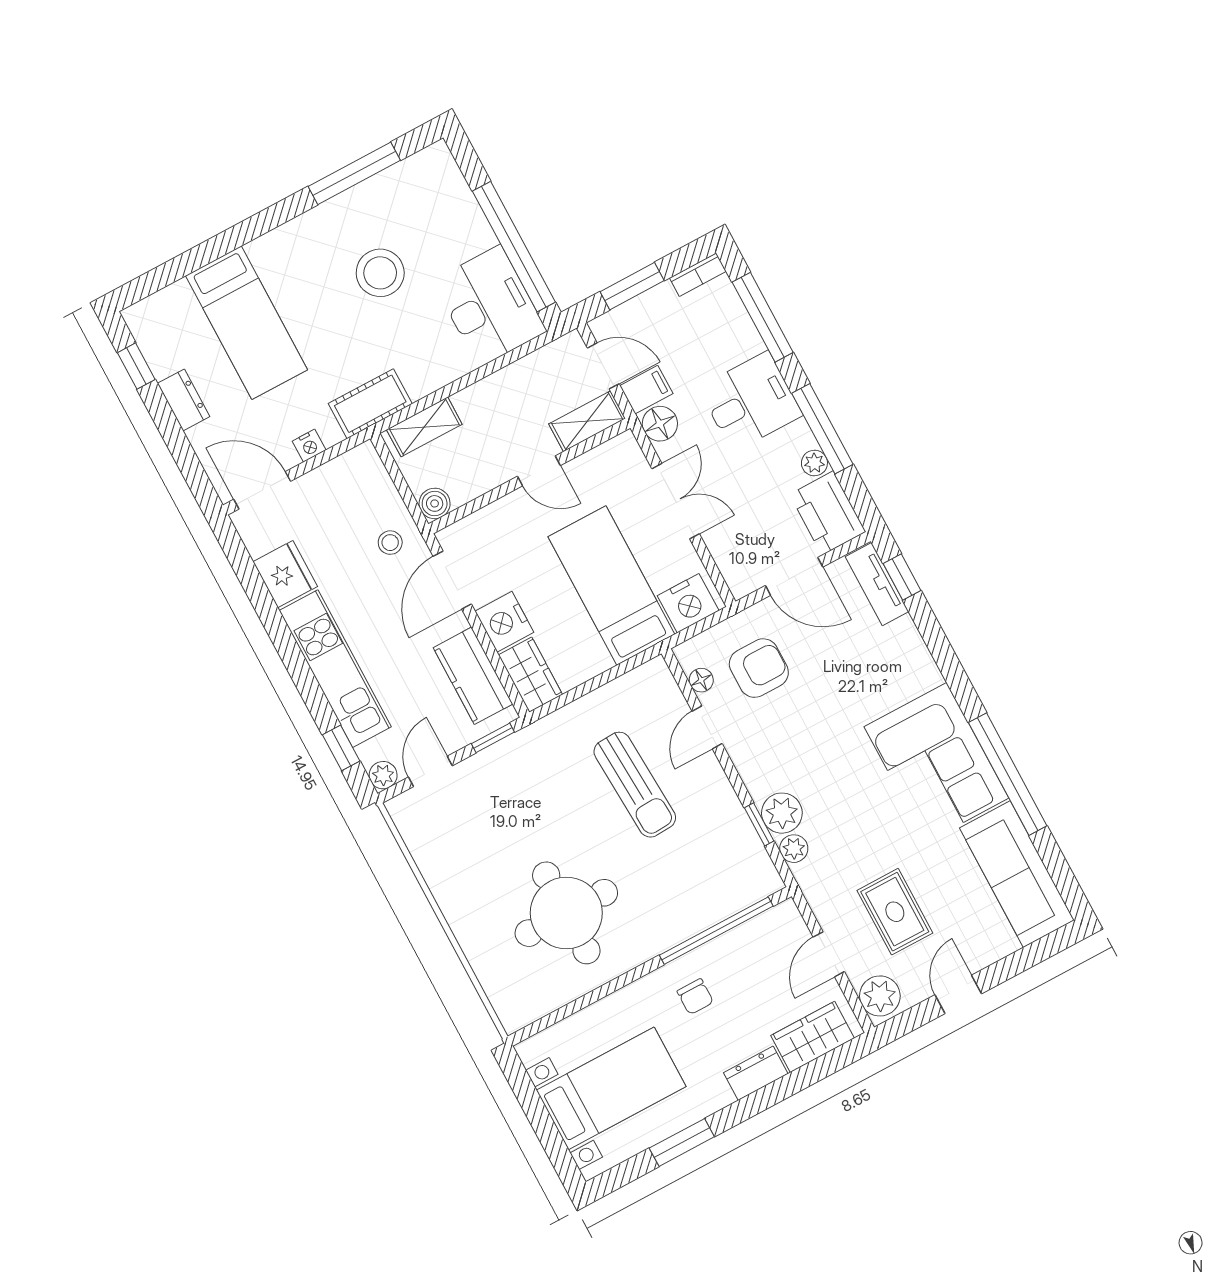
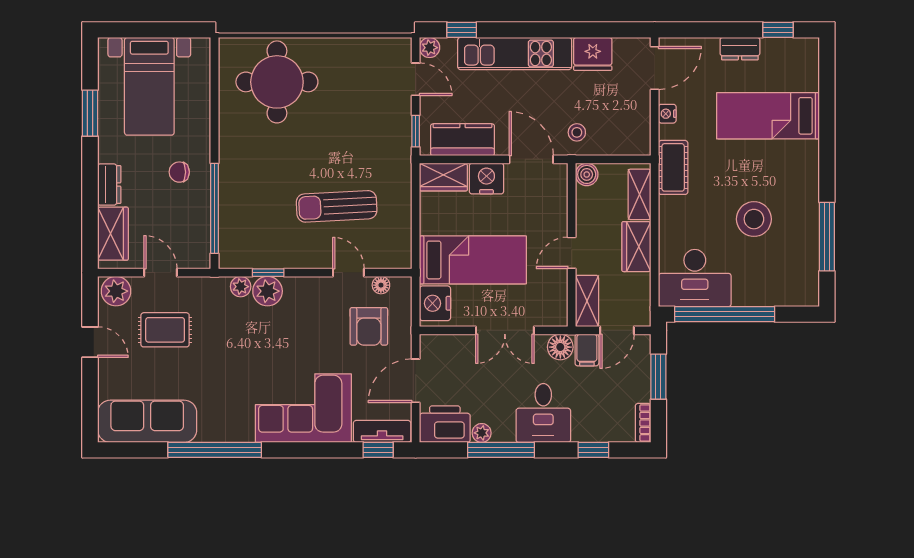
window: (763, 317) -> (593, 450), width x0.46
wardrobe: (489, 397) -> (636, 247), added
corner sofa: (936, 762) -> (303, 408), moved
round table: (566, 913) -> (277, 82), moved

